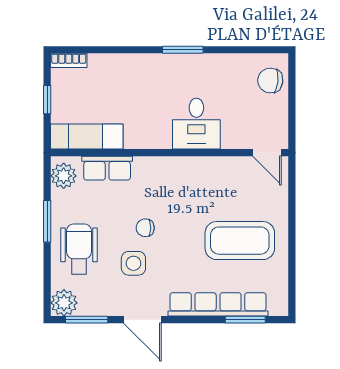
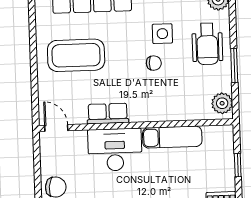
desk: (196, 124) -> (115, 150), width x1.37
exam couch: (87, 137) -> (172, 137), moved
row of seats: (107, 168) -> (108, 113), moved

